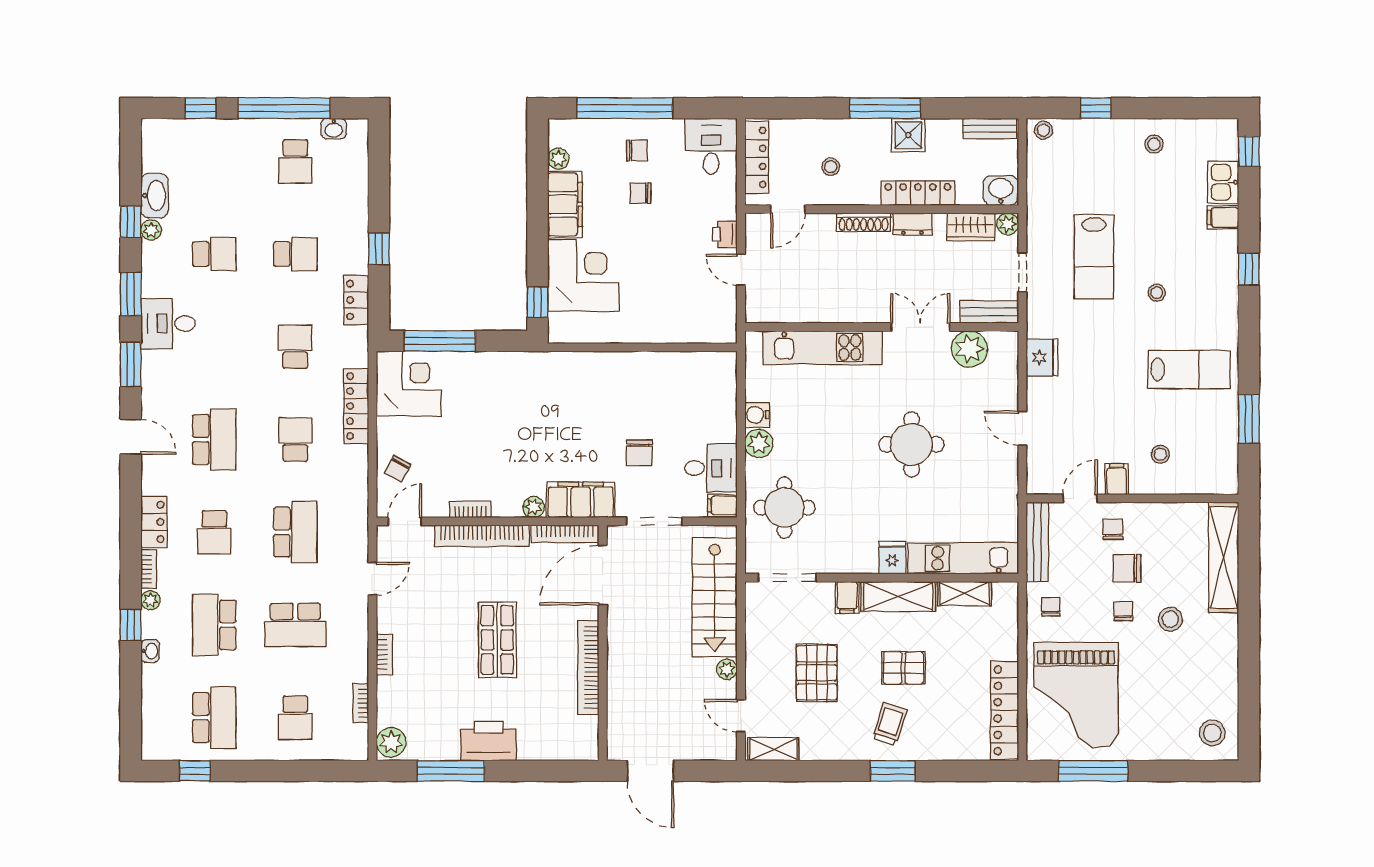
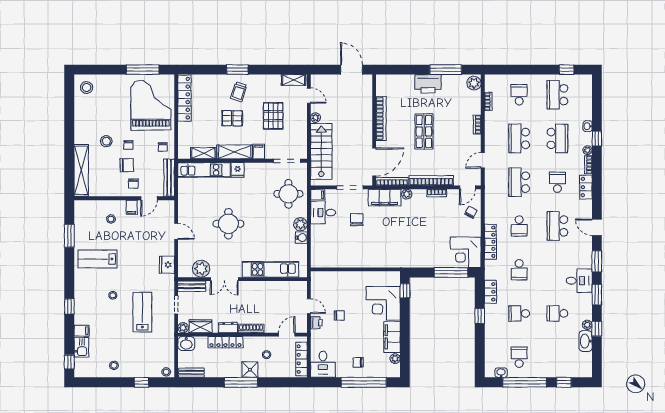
shower: (908, 135) -> (250, 370), moved
chair: (641, 193) -> (339, 316), moved
school desk: (295, 625) -> (519, 138), turned -90

